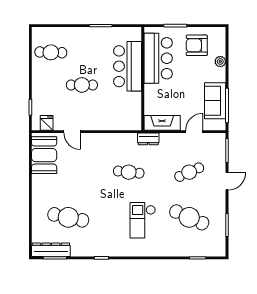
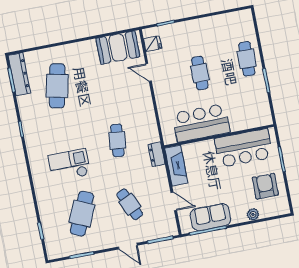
cafe table: (51, 52) -> (247, 59), moved
bar counter: (128, 66) -> (201, 123), moved
door: (72, 132) -> (149, 72), hinge flipped

